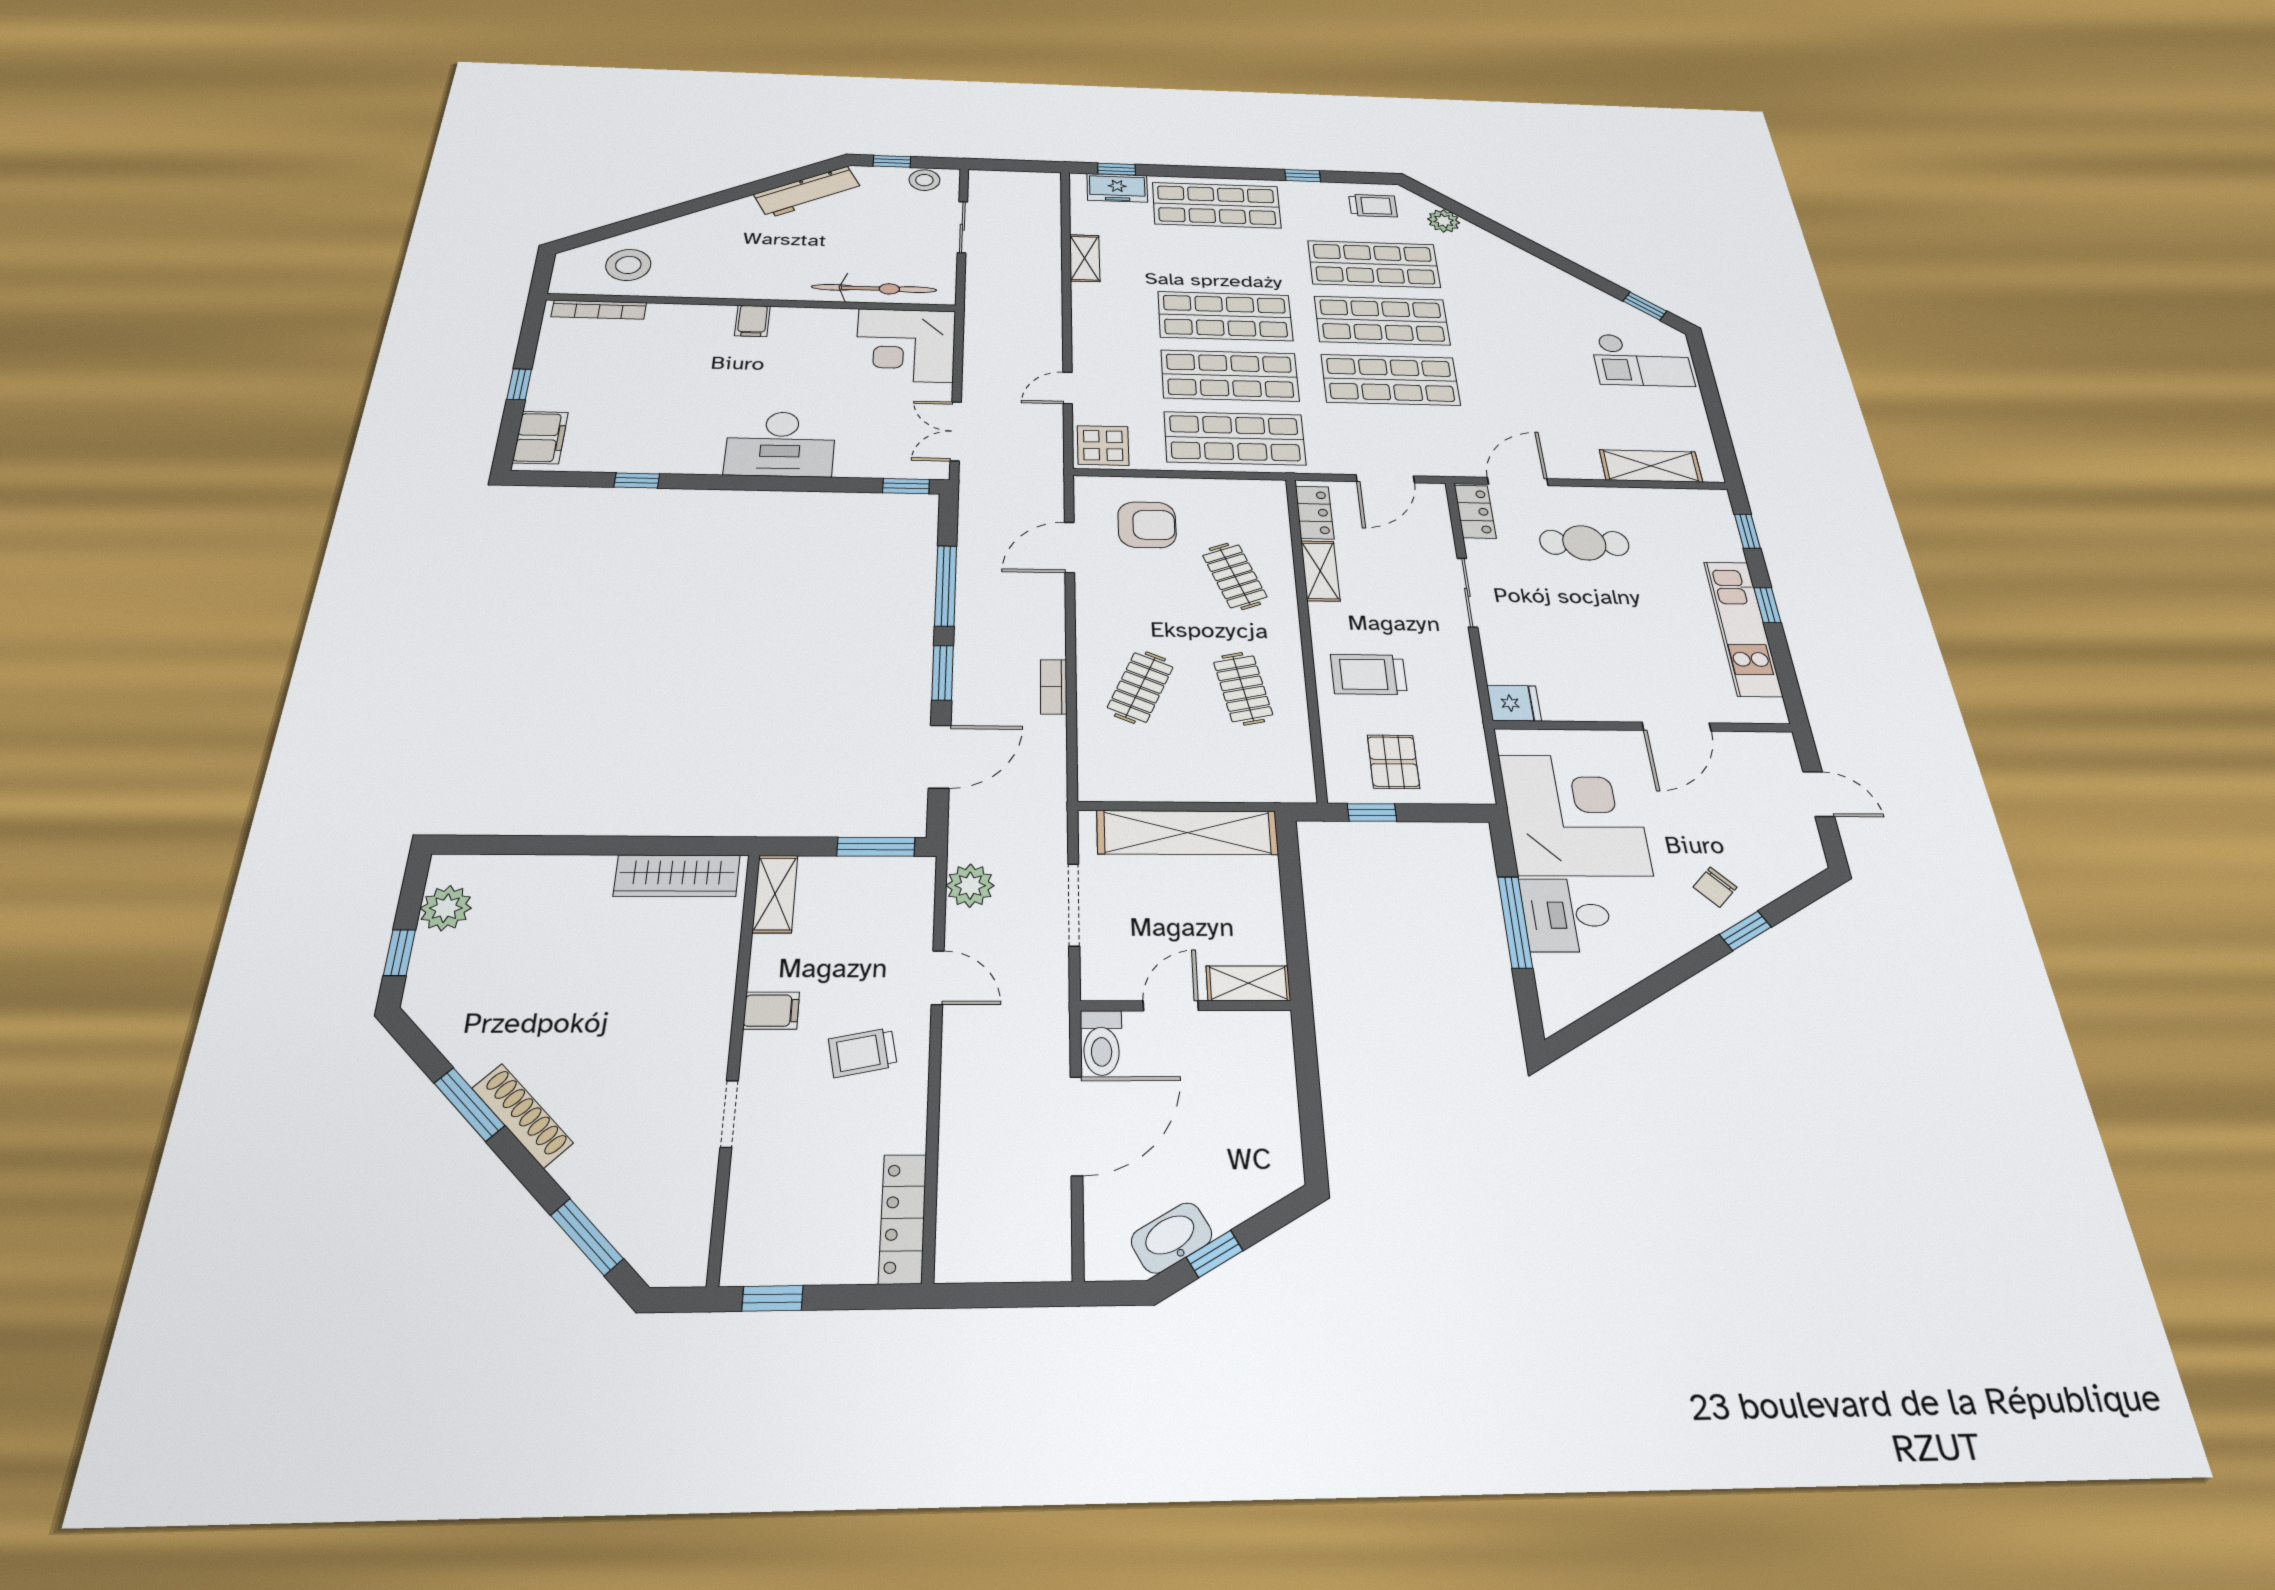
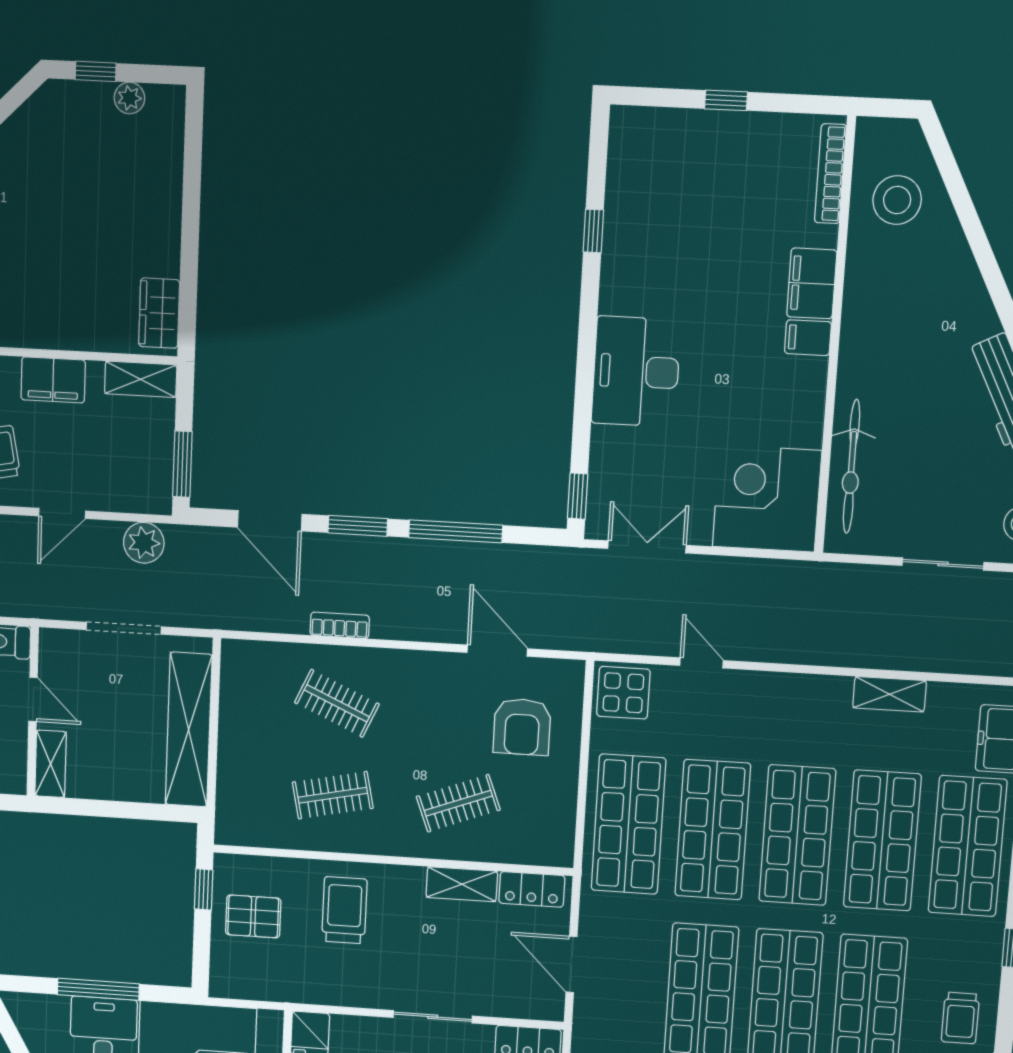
shop shelf: (1221, 259) -> (882, 841), added
filing cabinet: (540, 438) -> (812, 283), moved, turned 90
wardrobe: (677, 876) -> (159, 313), width x0.67
plant: (446, 908) -> (129, 98), width x0.73, depth x0.73
filing cabinet: (771, 1011) -> (53, 380), width x2.00

